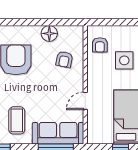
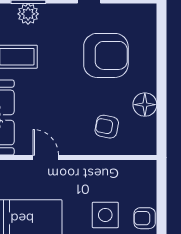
armchair: (100, 45) -> (145, 218), moved

